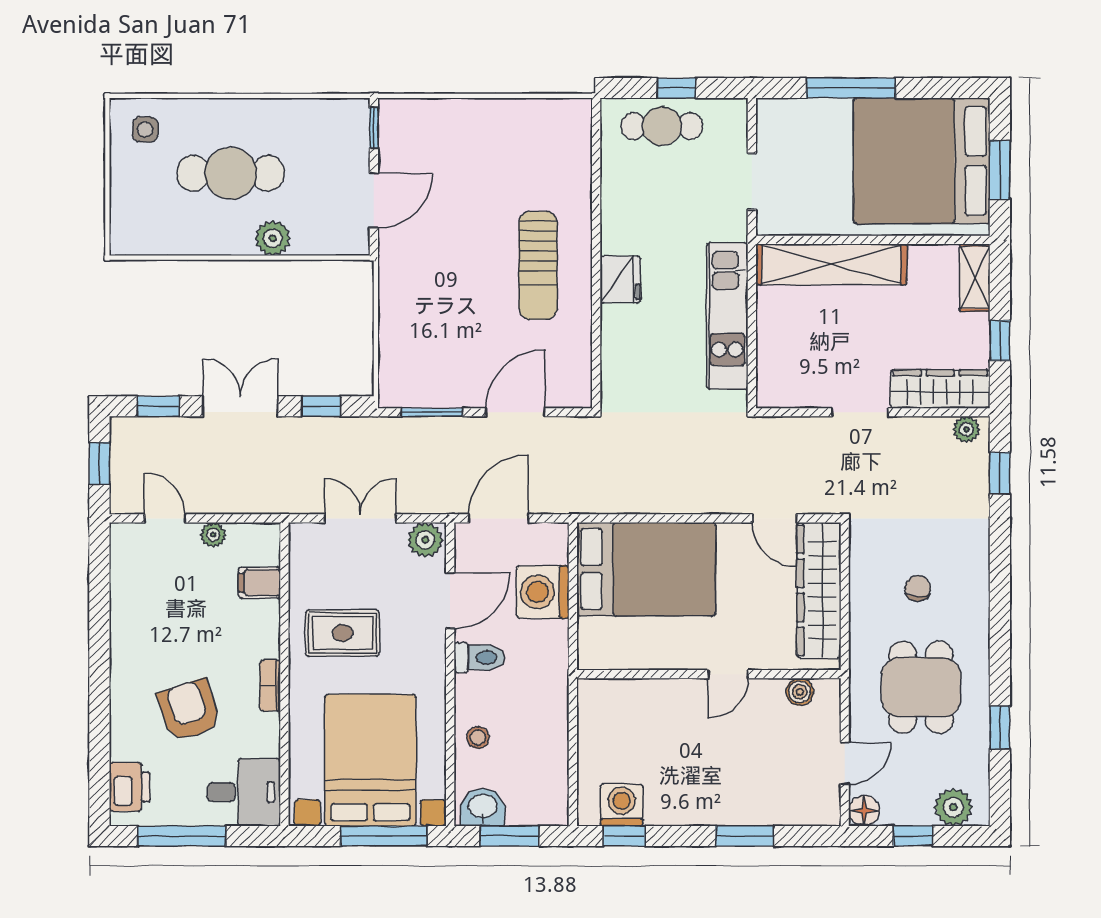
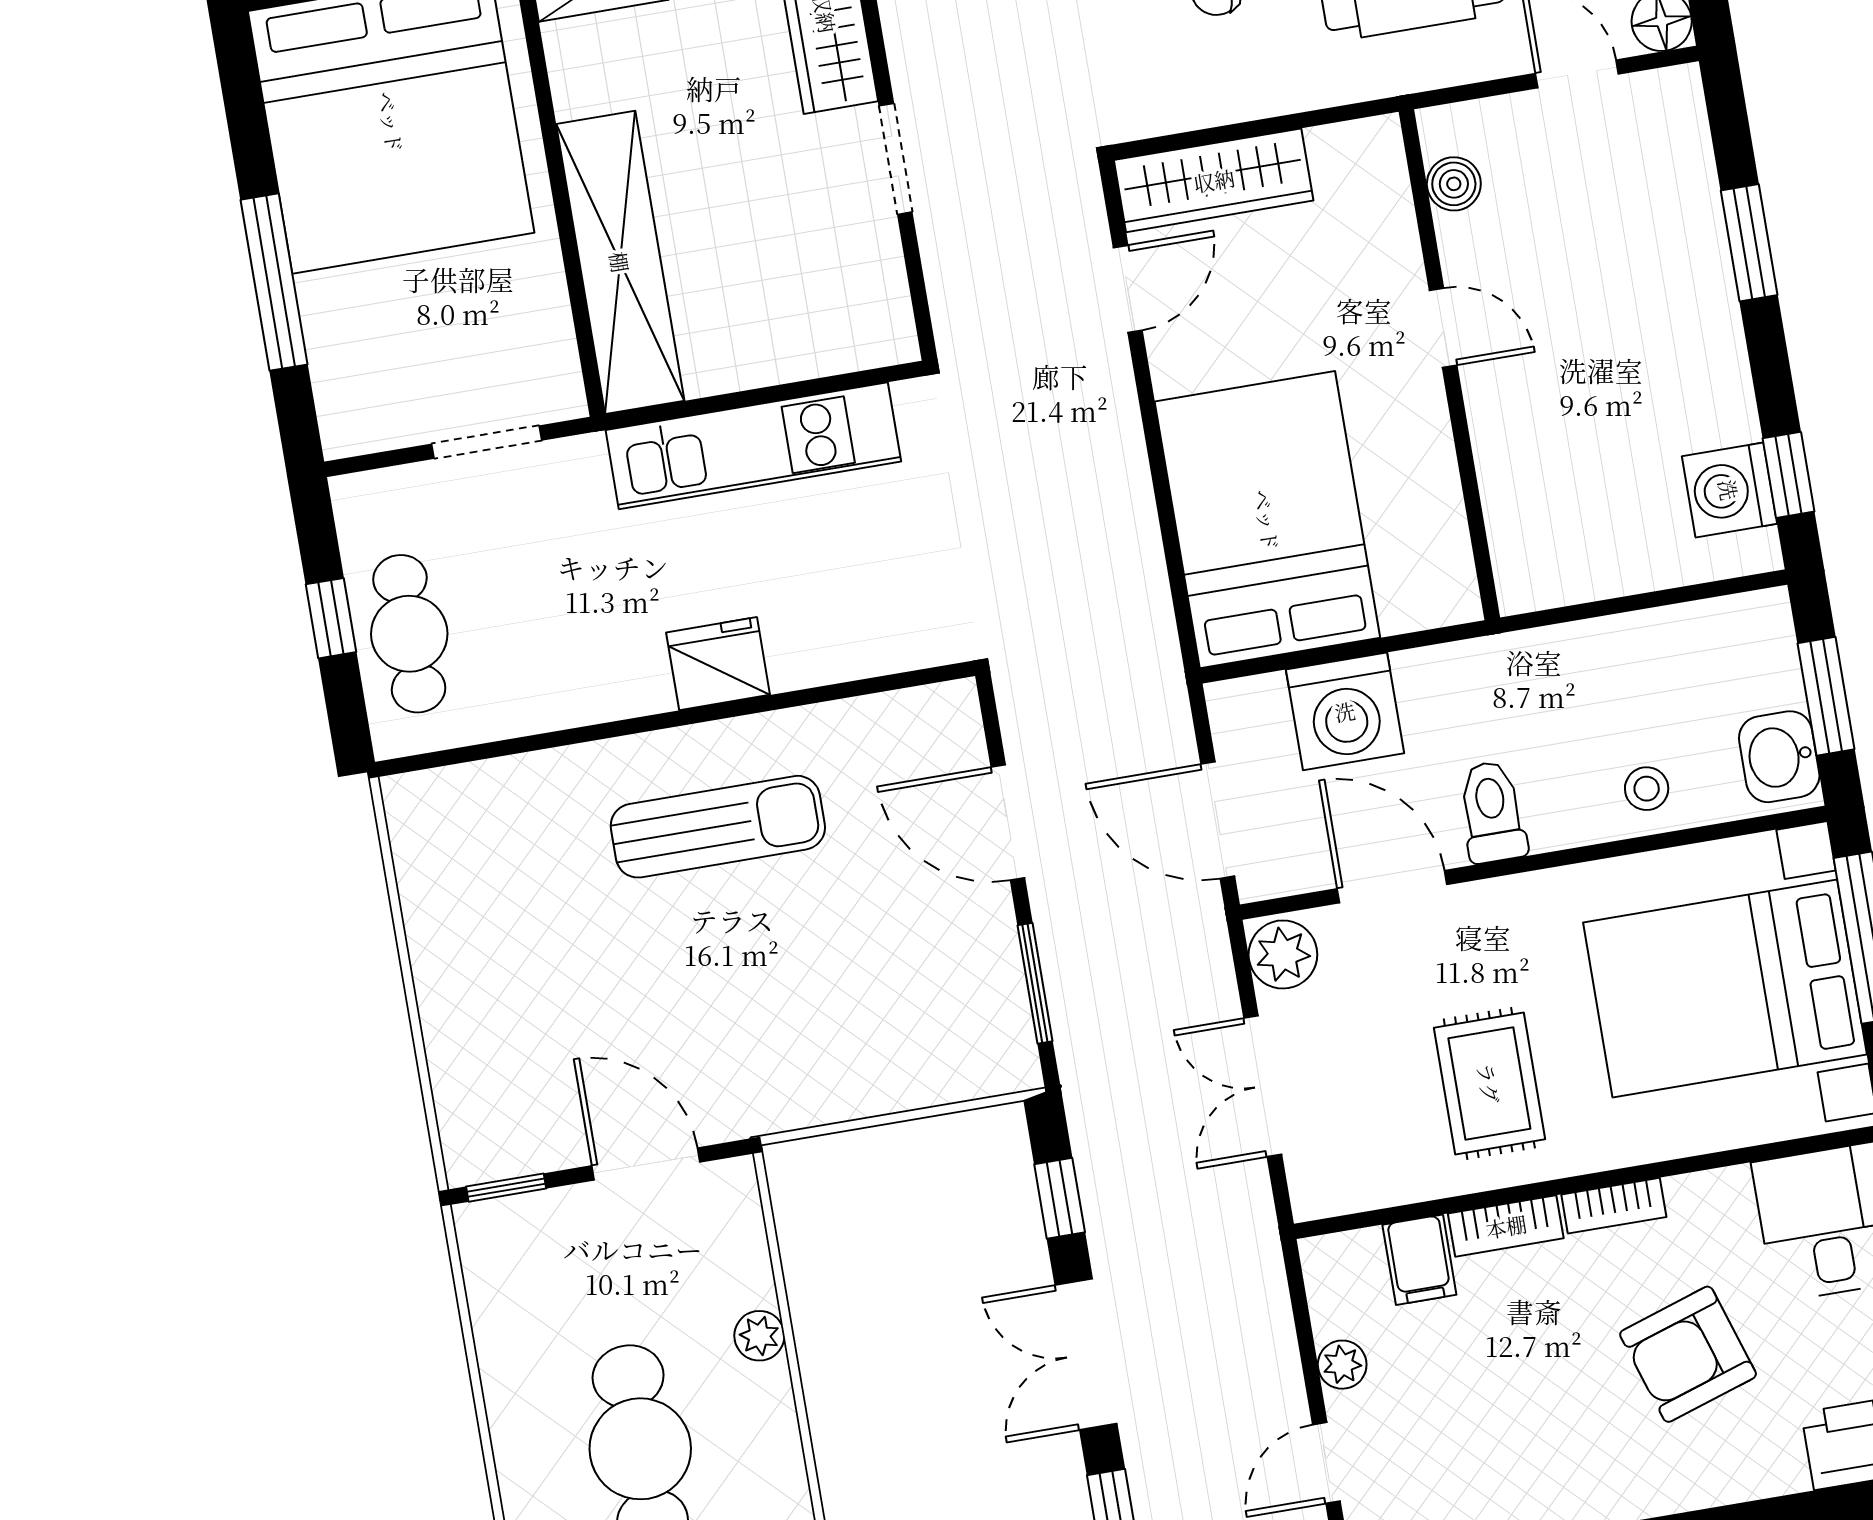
plant: (273, 238) -> (759, 1336), width x0.73, depth x0.73
wardrobe: (819, 590) -> (1214, 180), width x0.71, depth x0.85
bookcase: (269, 629) -> (1506, 1226), added

